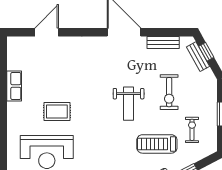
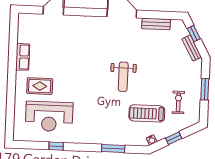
bench: (198, 57) -> (192, 48), moved
exercise bike: (169, 92) -> (160, 68), removed
rug: (57, 111) -> (40, 86), moved

